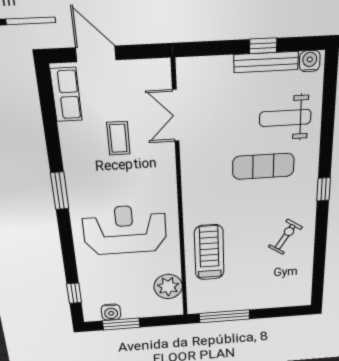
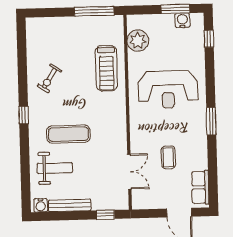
window: (263, 46) -> (105, 215), moved

